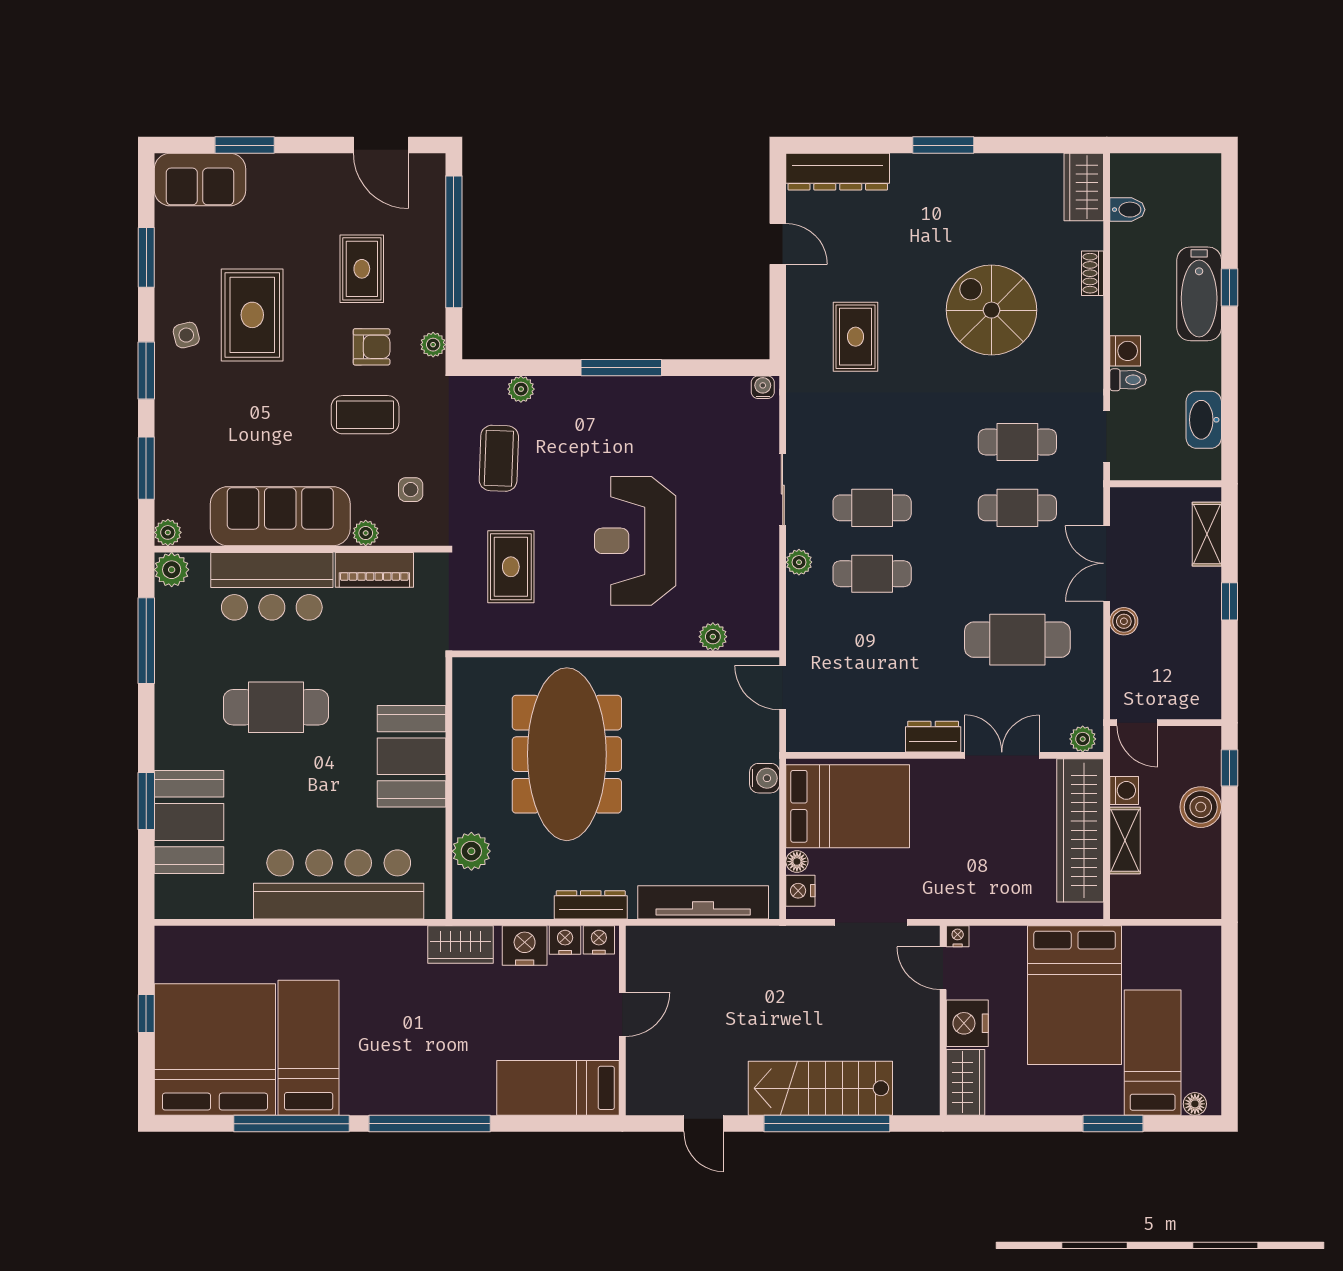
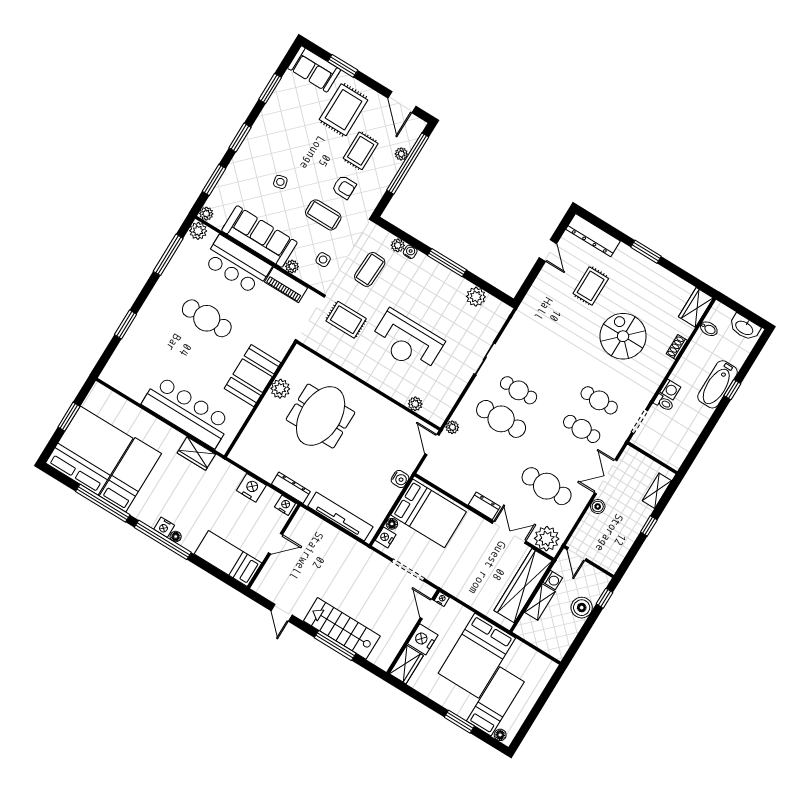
rug: (252, 315) -> (344, 110), moved
side table: (186, 335) -> (280, 182), moved
rug: (856, 337) -> (591, 286), moved
plant: (433, 345) -> (401, 154), moved
water cooler: (763, 387) -> (410, 252), moved
plant: (705, 395) -> (476, 297), added
washbasin: (1204, 420) -> (745, 327), moved, turned -90
reception desk: (635, 541) -> (407, 342), turned -90
plant: (799, 562) -> (452, 427), moved
rug: (511, 567) -> (346, 320), turned 90
cafe table: (872, 574) -> (501, 419), width x1.37, depth x1.35
plant: (1083, 739) -> (547, 539), width x1.88, depth x1.88
meeting table: (567, 754) -> (321, 416), width x0.73
booth: (189, 822) -> (138, 345), removed
plant: (471, 851) -> (280, 389), moved
nightstand: (565, 940) -> (164, 527), moved, turned 180
wardrobe: (460, 945) -> (196, 454), moved
window: (146, 1014) -> (69, 417), width x1.50
floor lamp: (448, 1105) -> (176, 537), added
window: (827, 1124) -> (335, 646), width x0.68

